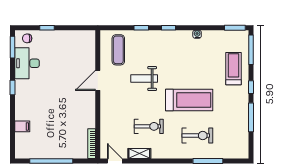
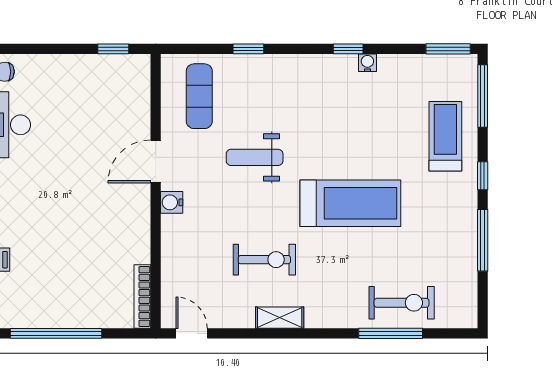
window: (47, 28) -> (113, 49), moved
window: (169, 28) -> (348, 49), moved
water cooler: (105, 100) -> (172, 202), added
exercise bike: (197, 136) -> (402, 303), moved
shelving: (139, 154) -> (280, 318), moved

